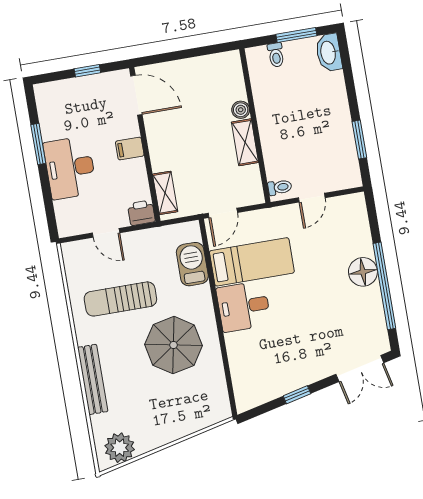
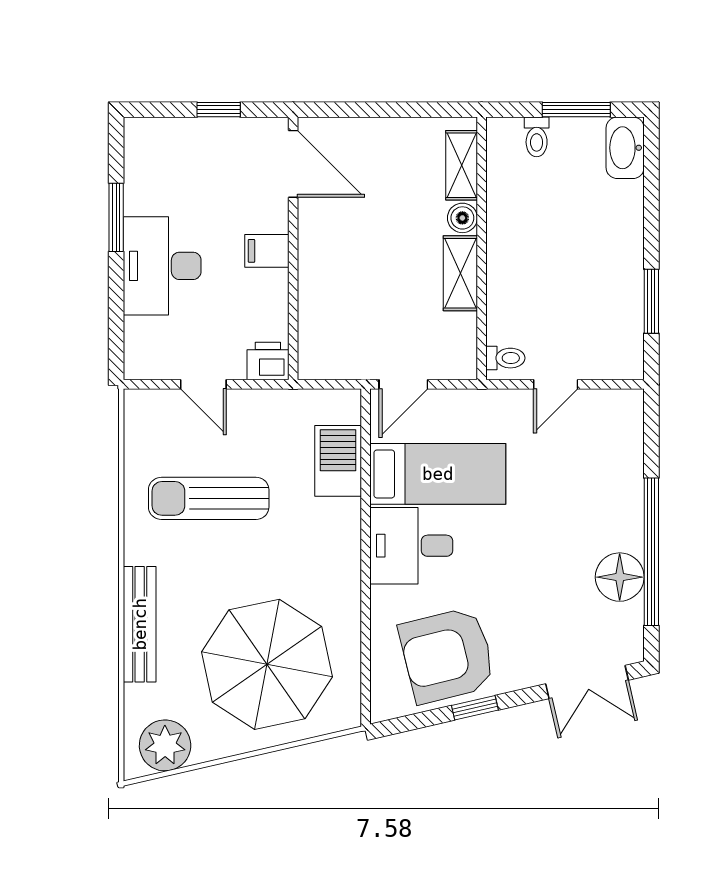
shelving: (165, 193) -> (462, 165), moved
floor lamp: (363, 272) -> (620, 577), moved
parasol: (174, 345) -> (267, 664), moved, width x1.36, depth x1.36
armchair: (275, 367) -> (447, 655), added

